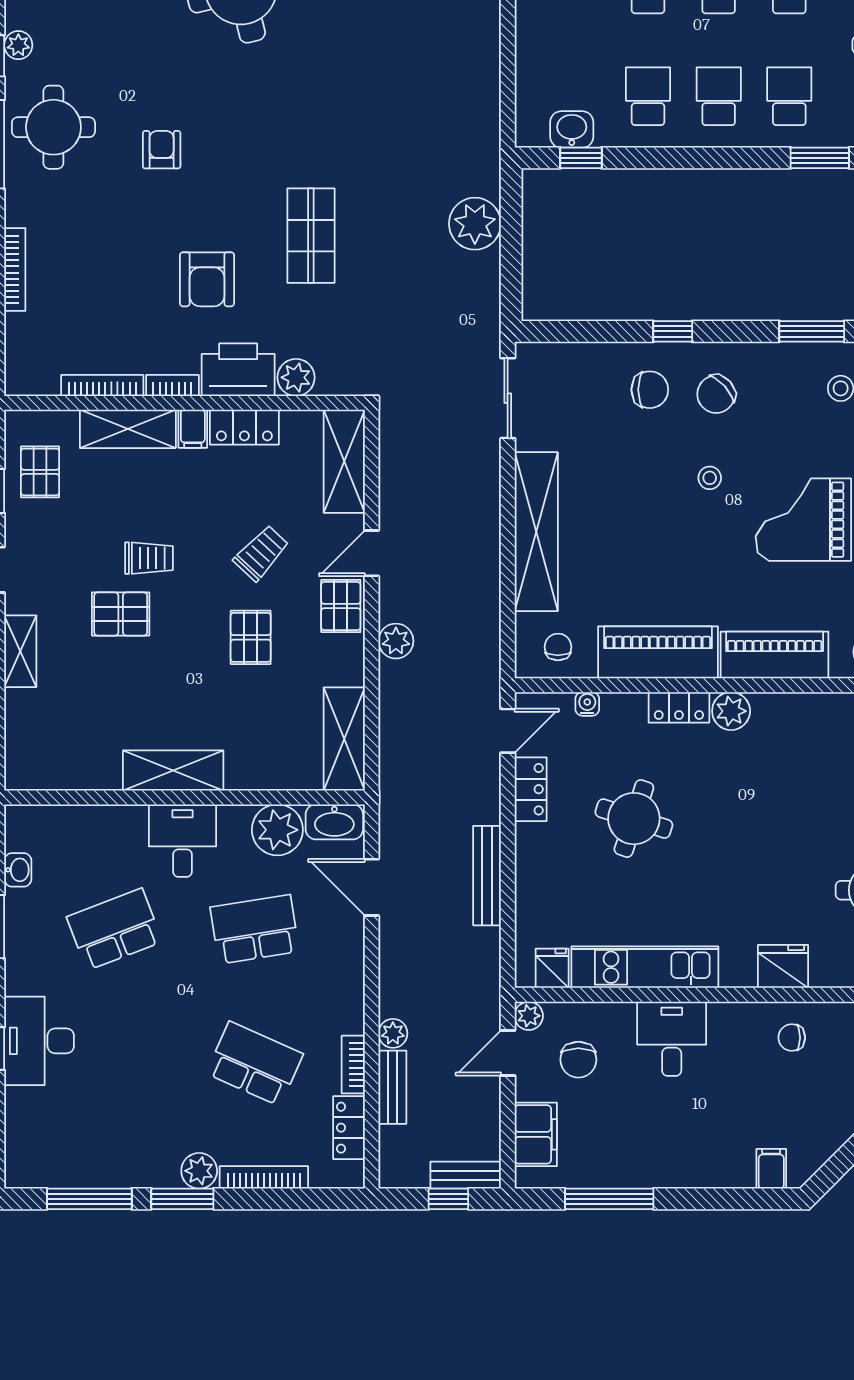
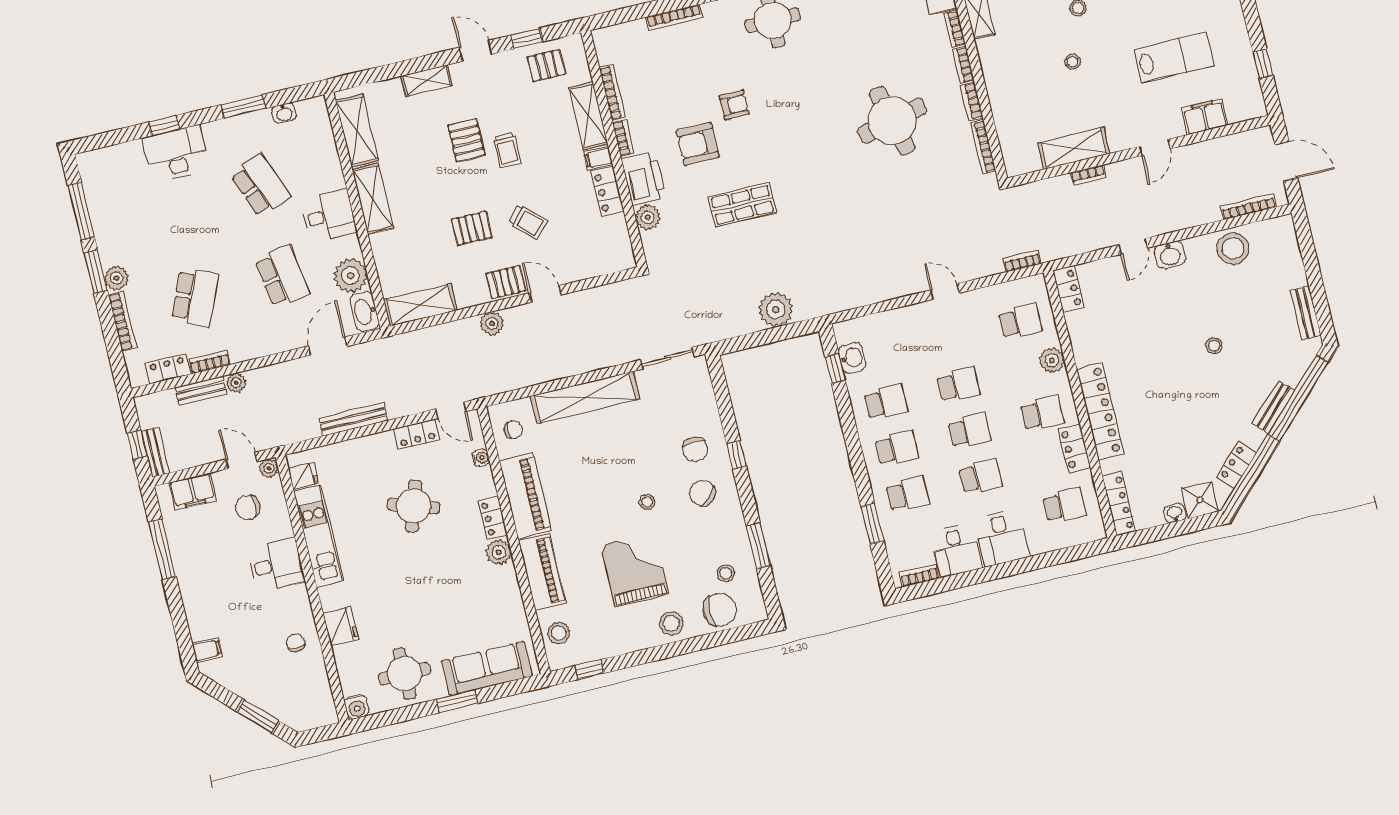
armchair: (162, 150) -> (734, 105), moved
shelving: (344, 461) -> (357, 131), moved, turned 90

